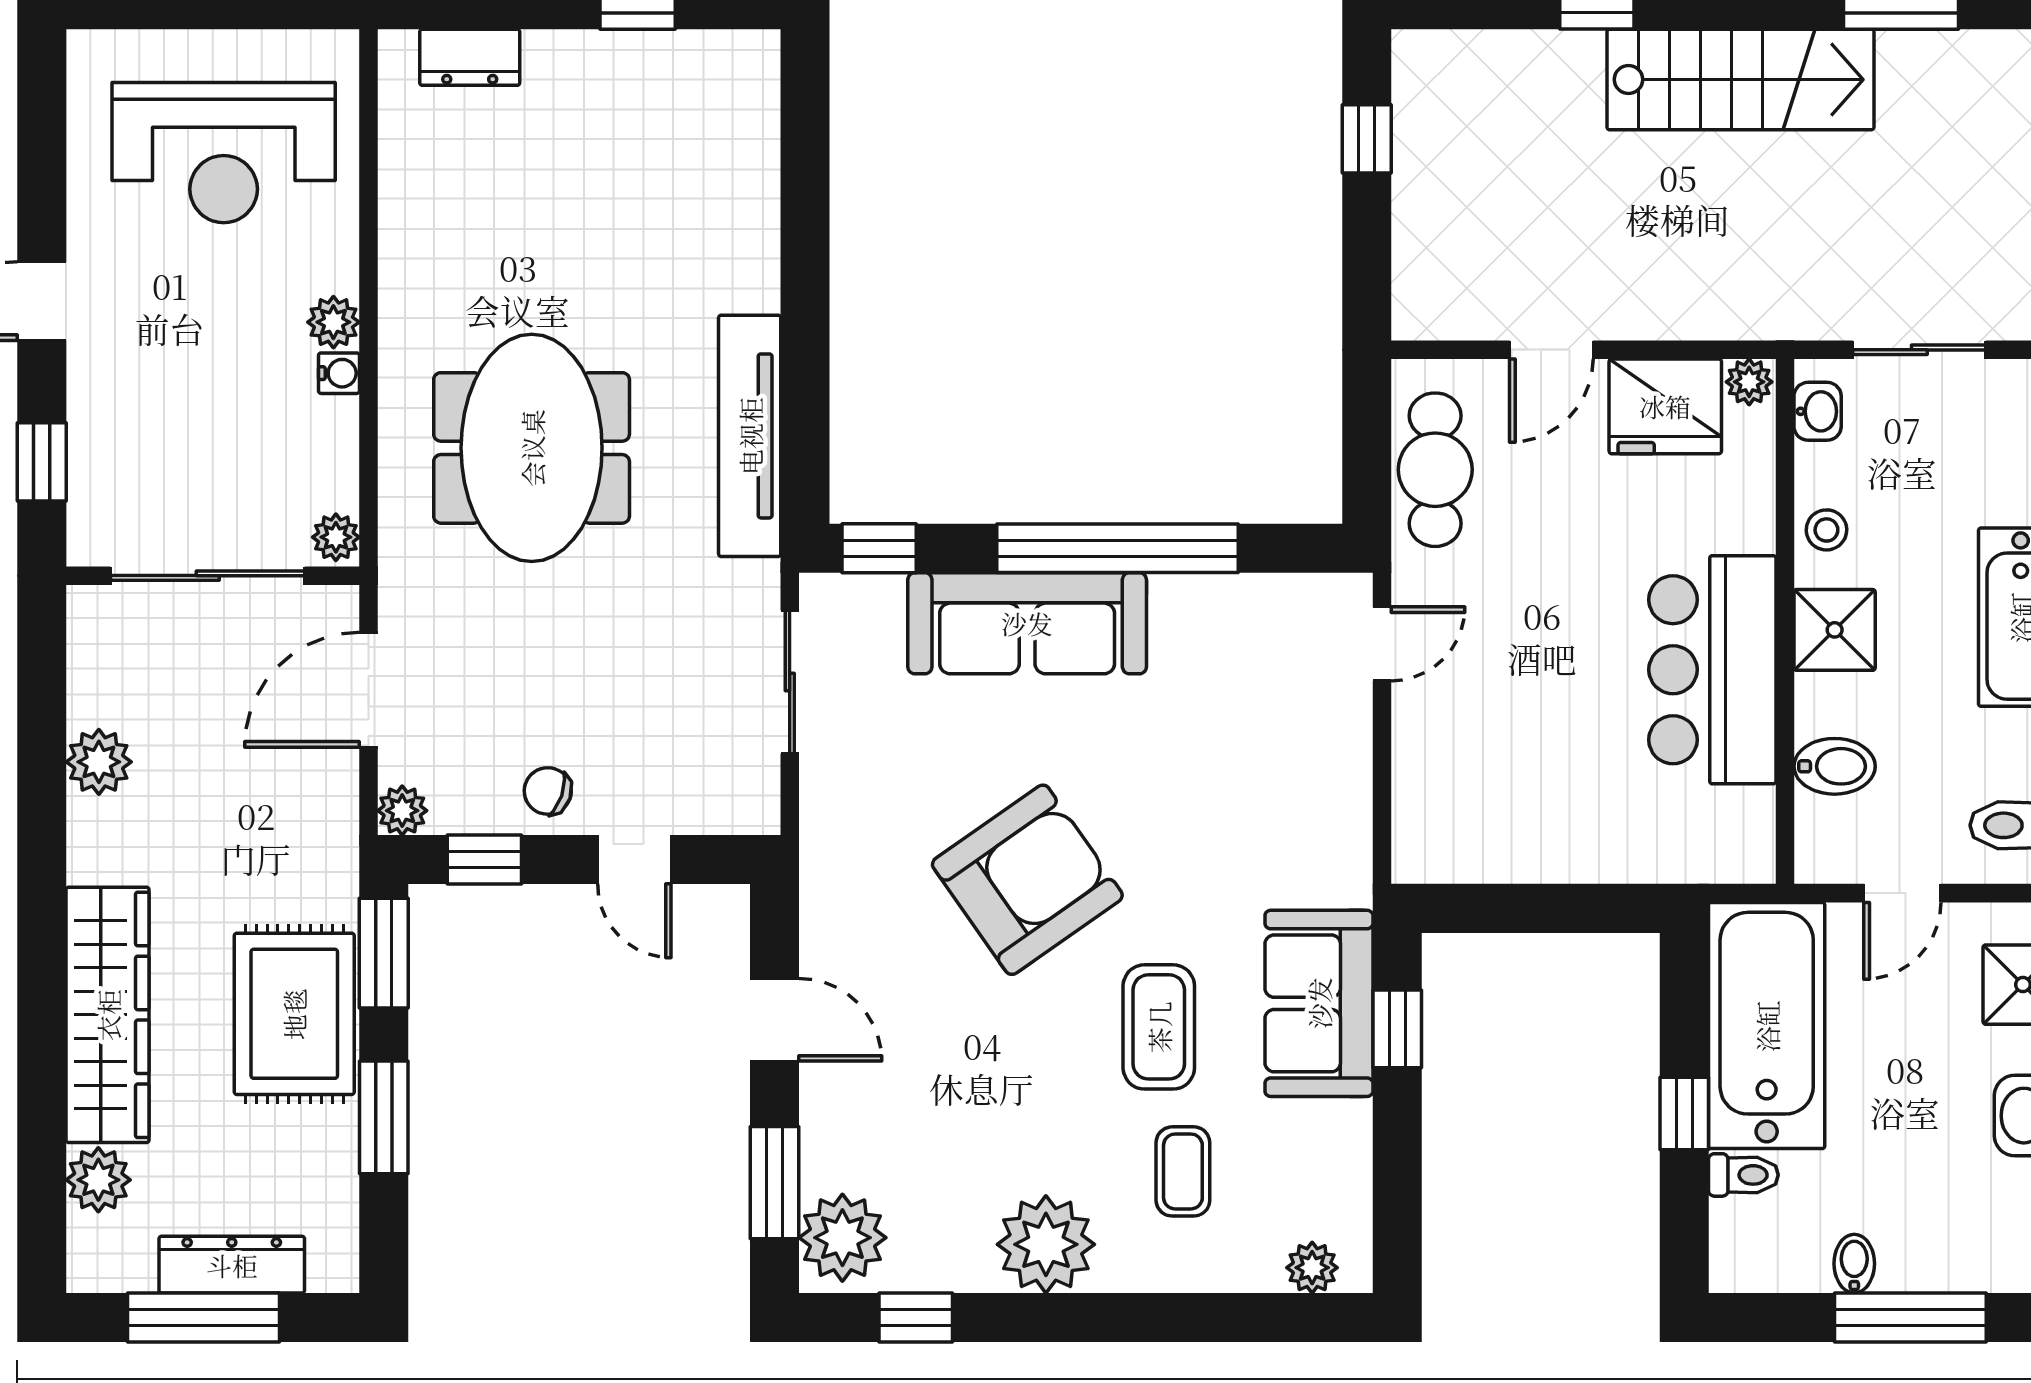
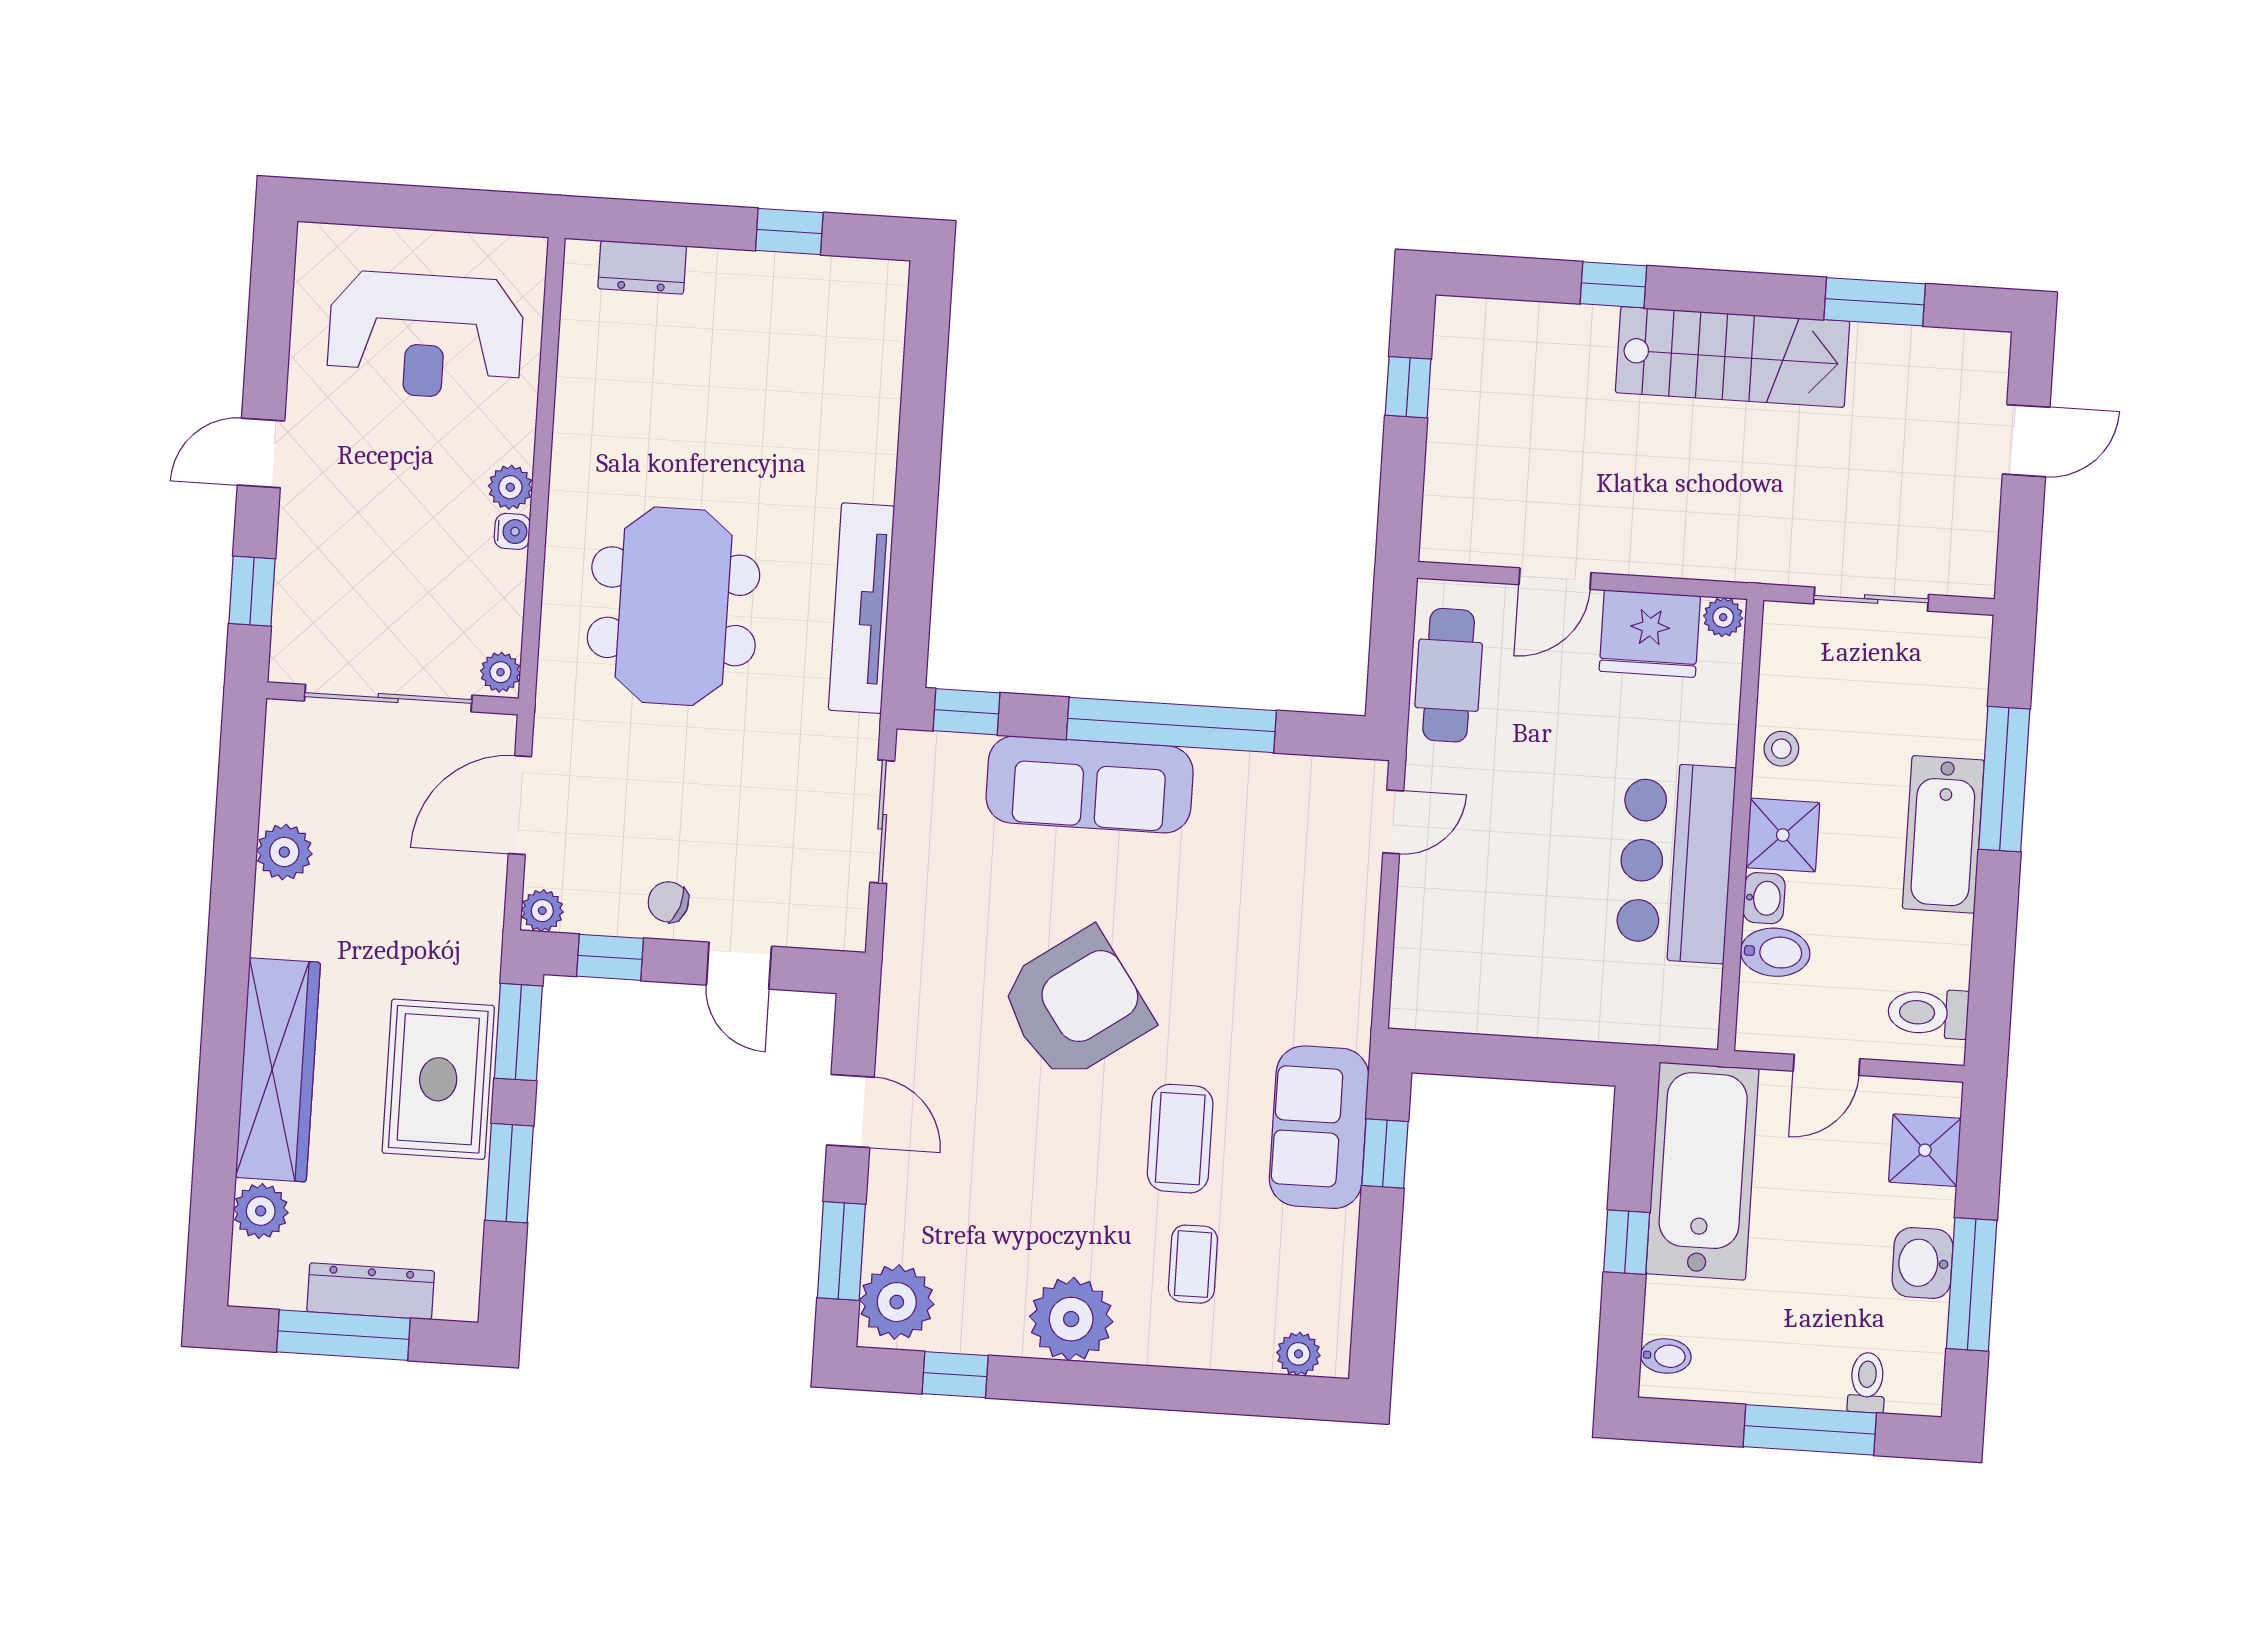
washbasin: (1818, 411) -> (1764, 898), moved
toilet: (1743, 1175) -> (1867, 1383), moved, turned -90
bidet: (1854, 1264) -> (1666, 1356), moved, turned 90

